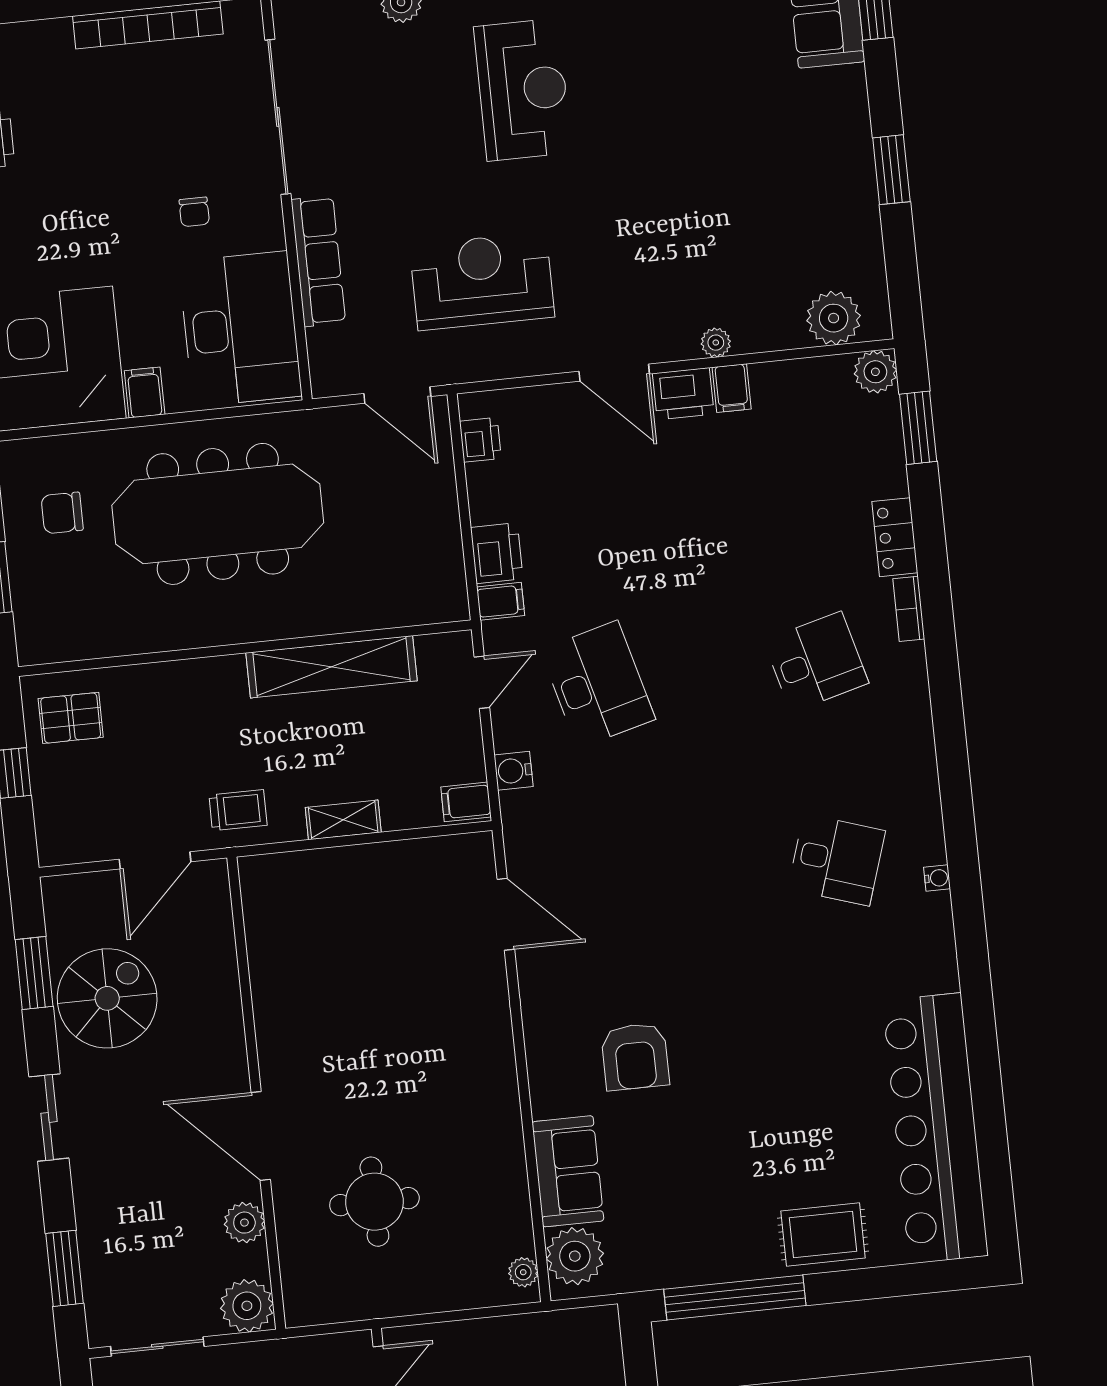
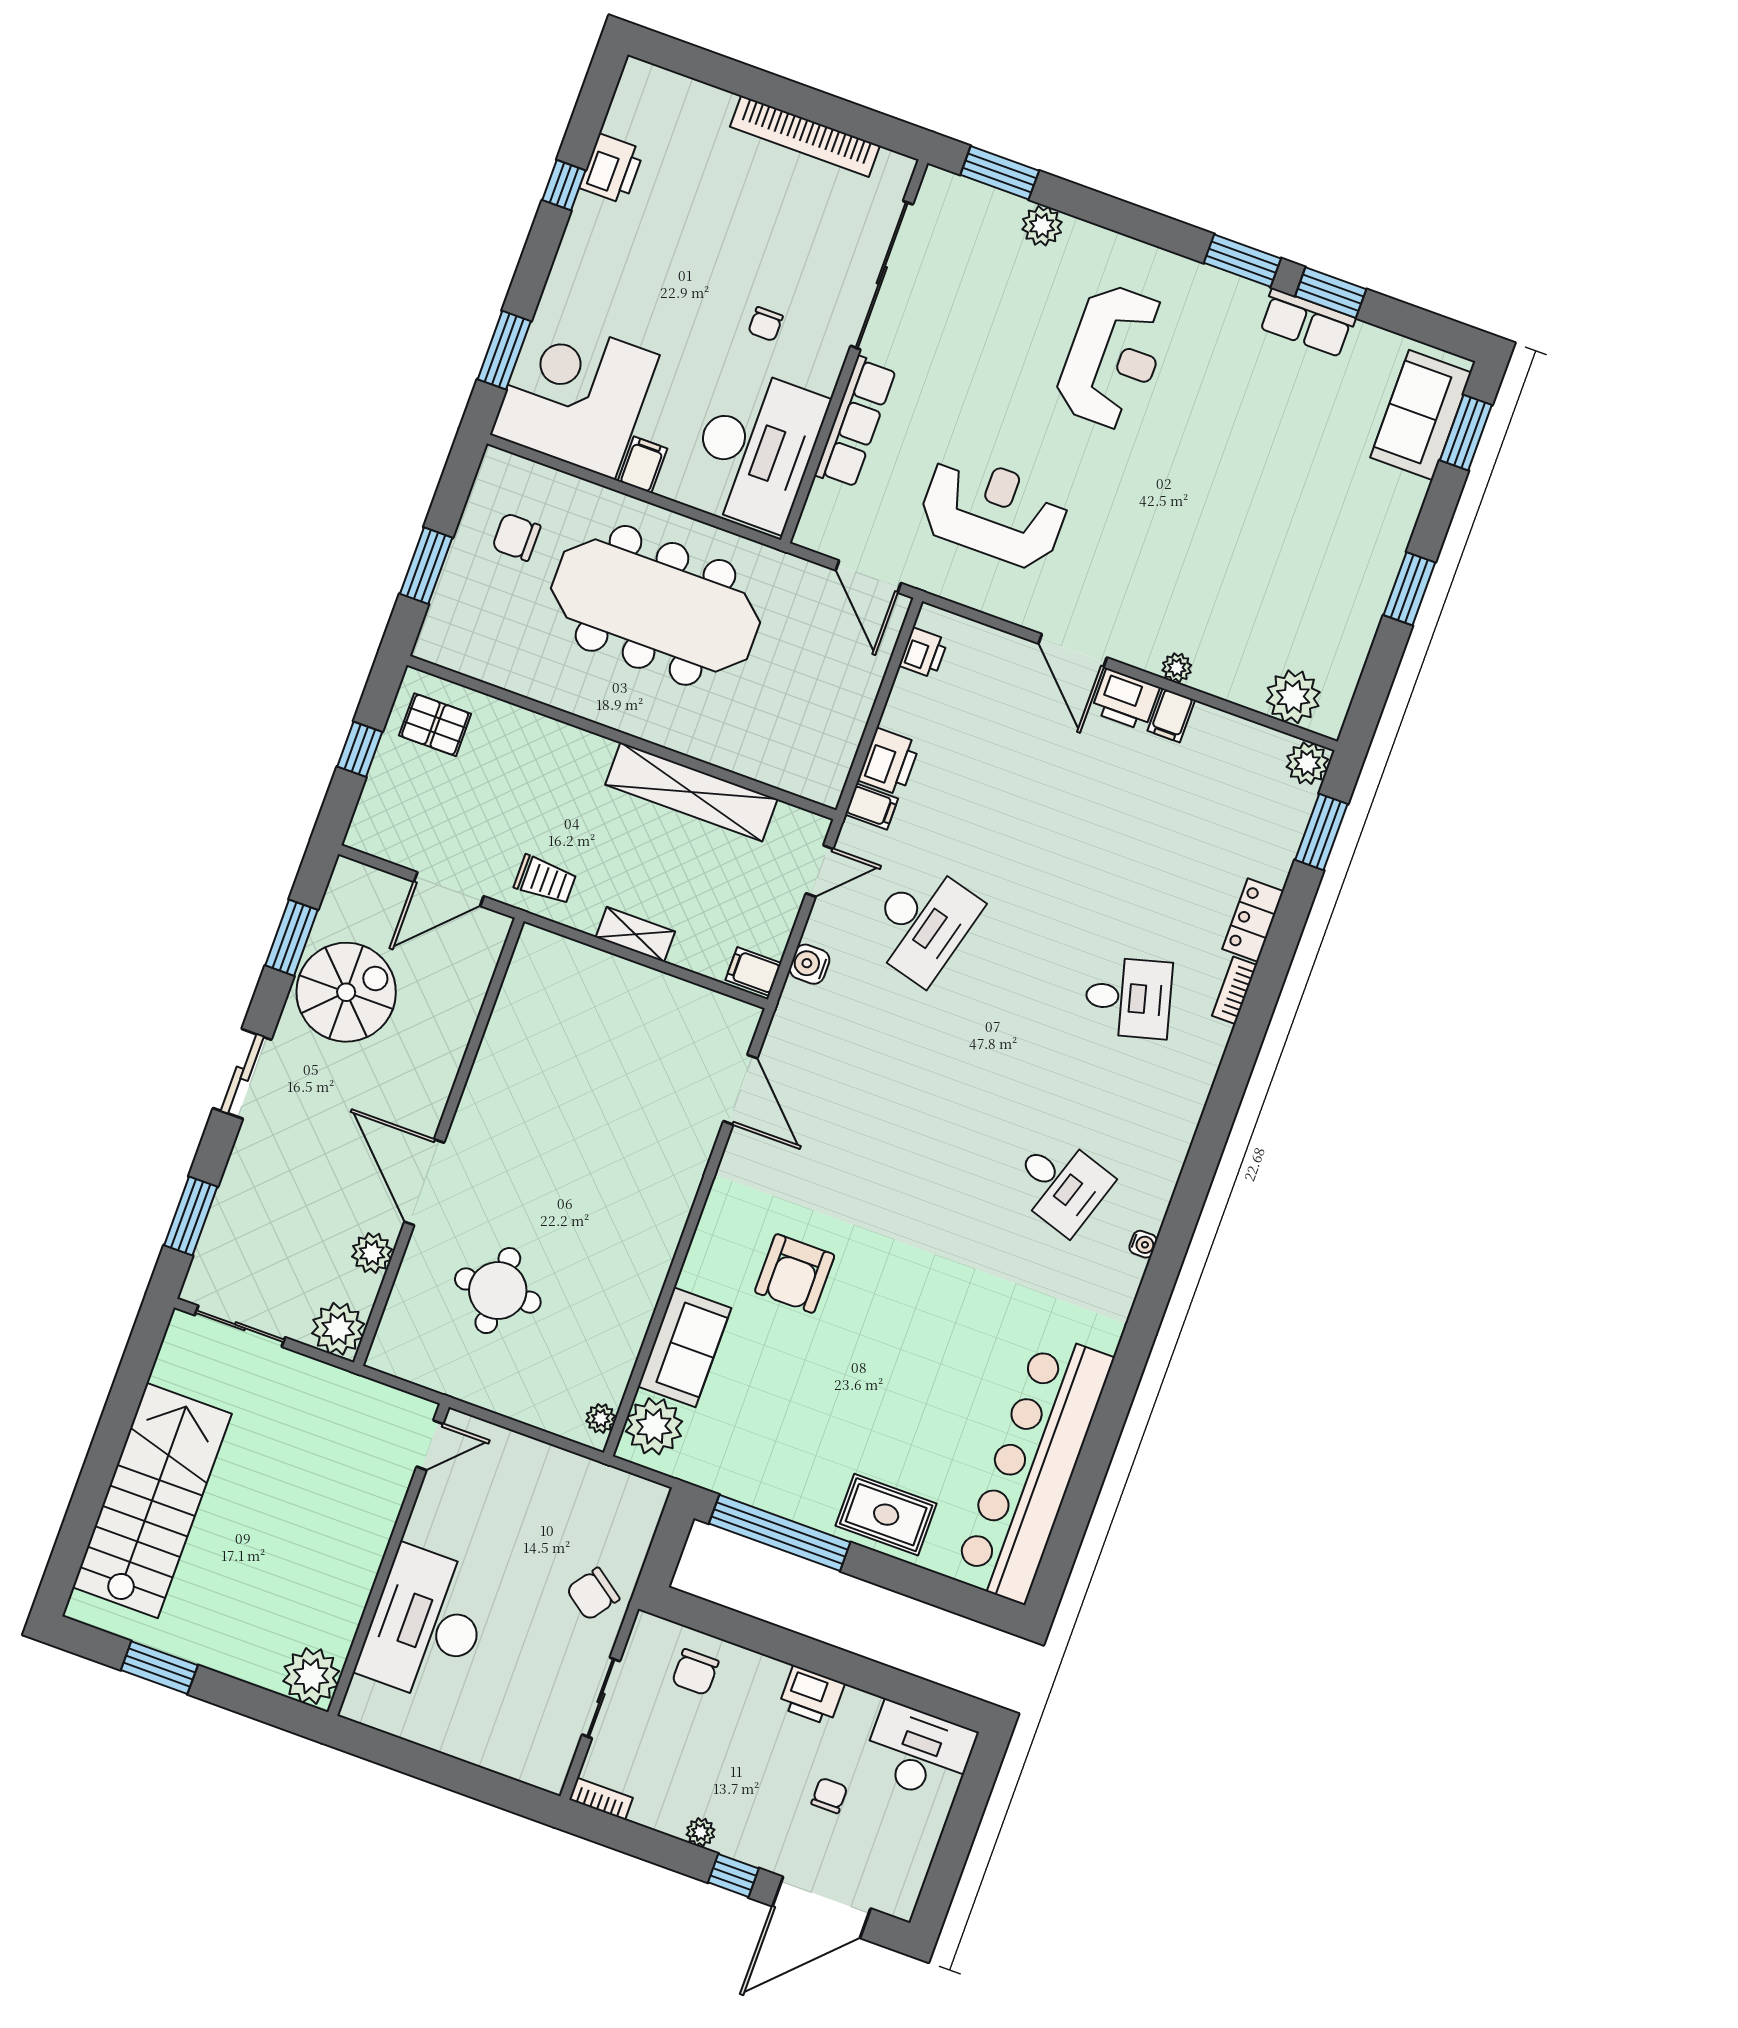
desk: (598, 684) -> (922, 923), turned 30

